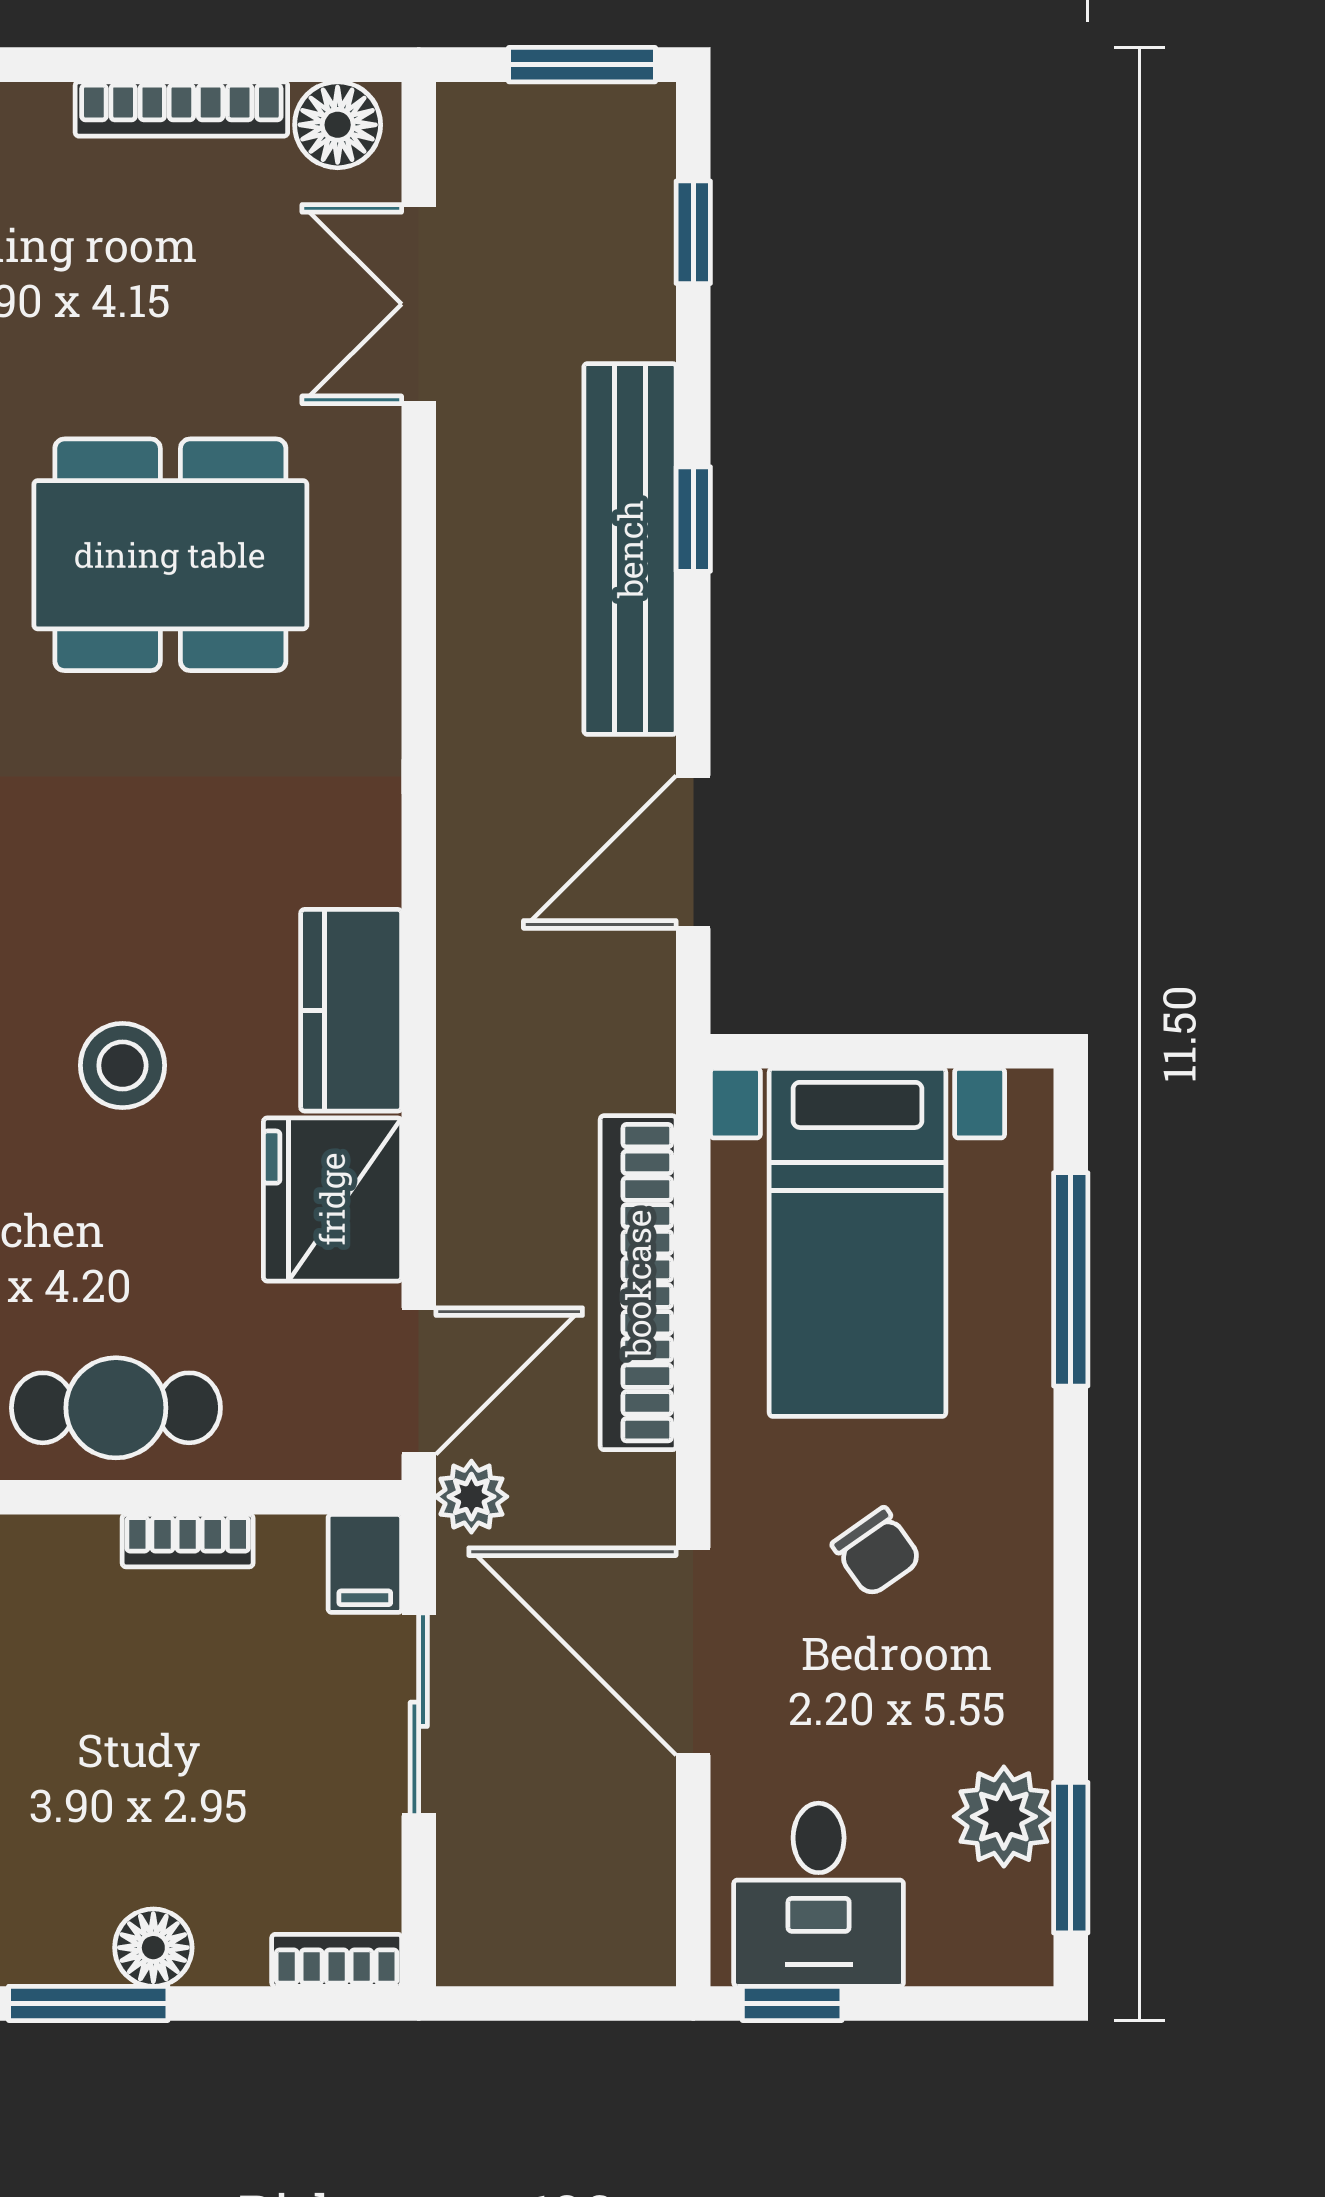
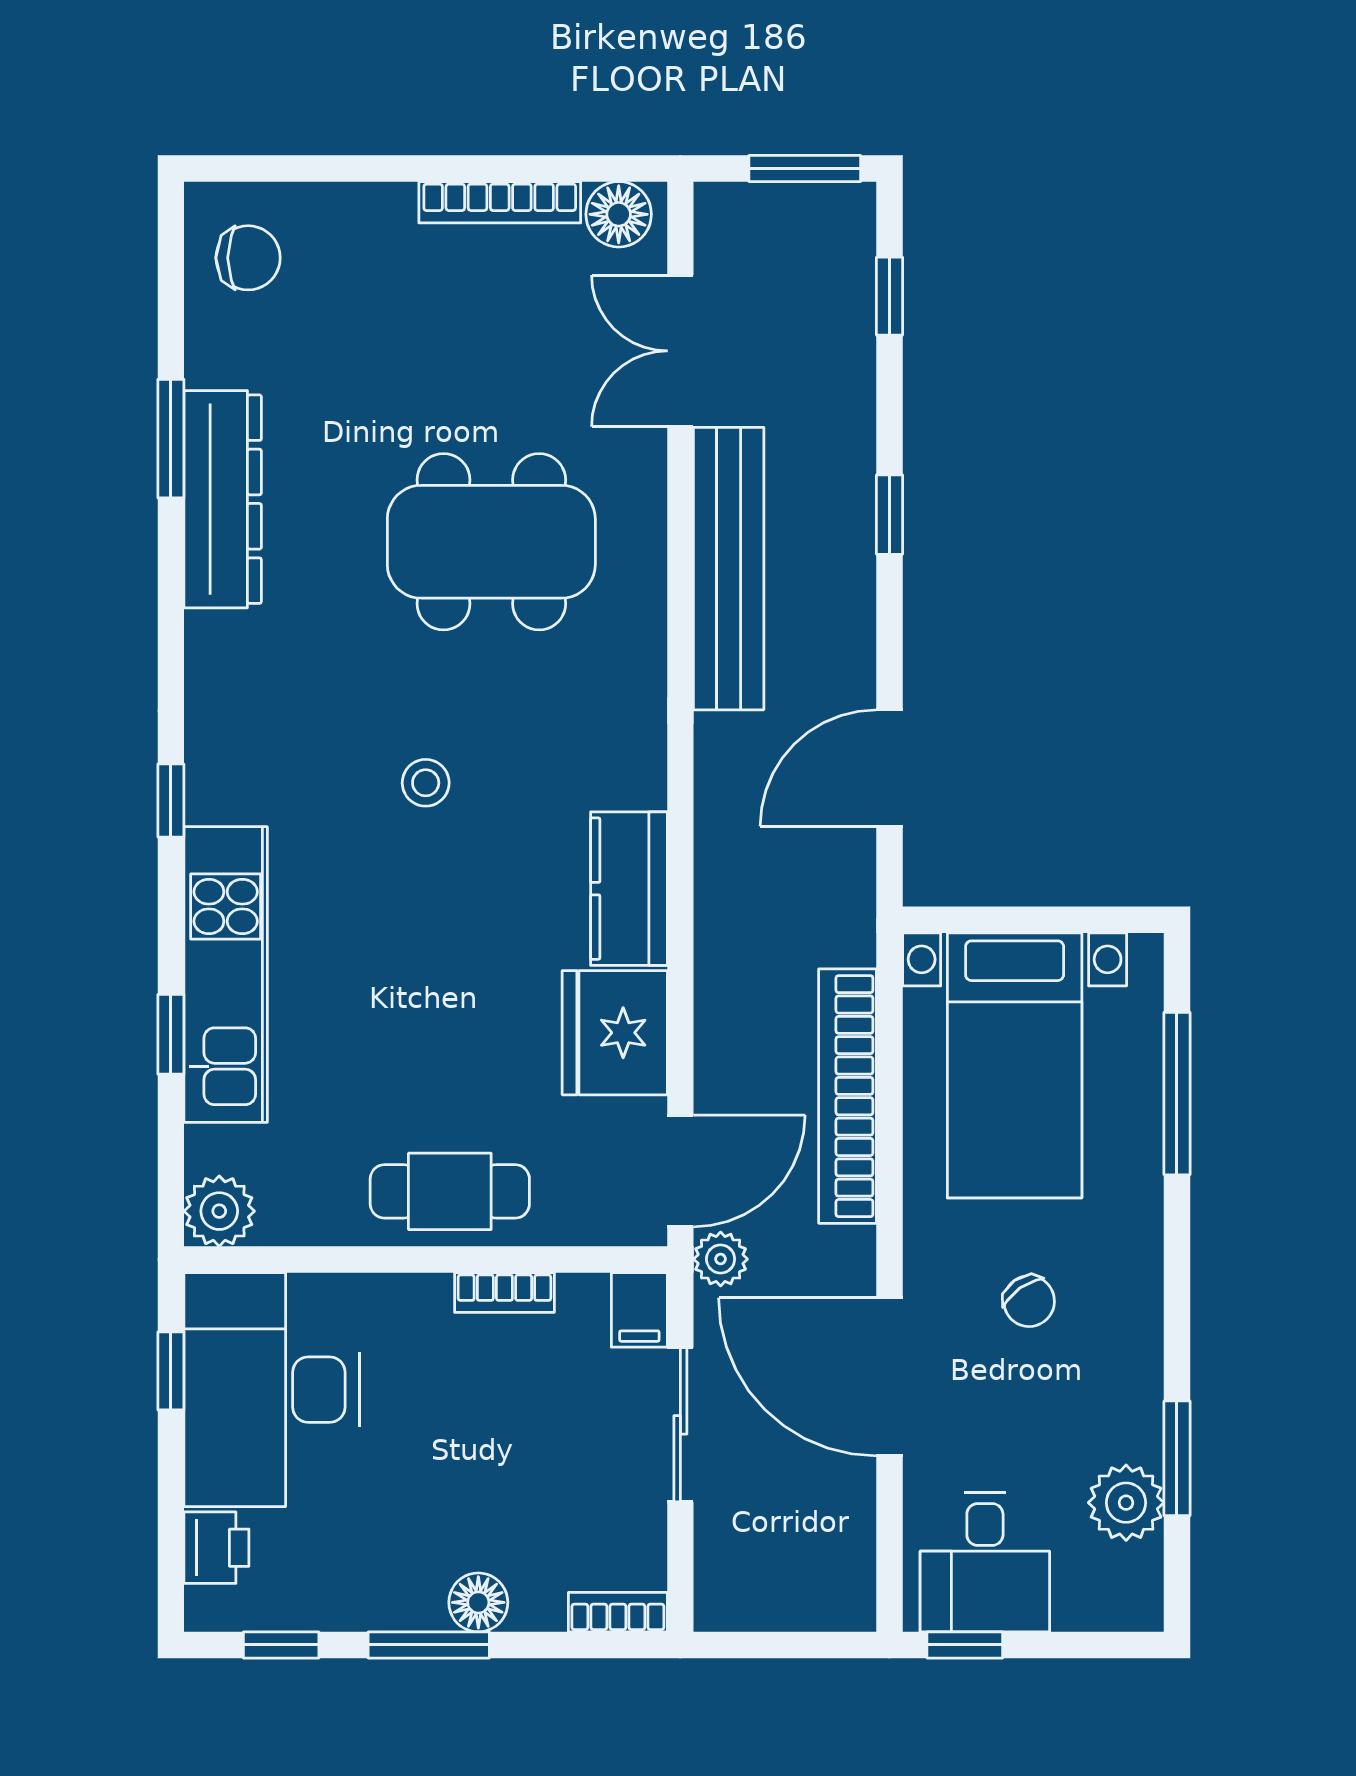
bench: (630, 549) -> (729, 569), moved
stool: (122, 1065) -> (426, 783), moved, width x0.73, depth x0.73
window: (1071, 1858) -> (1177, 1458), moved

